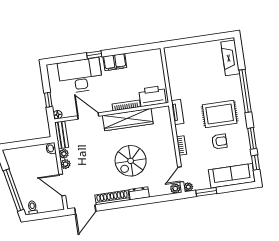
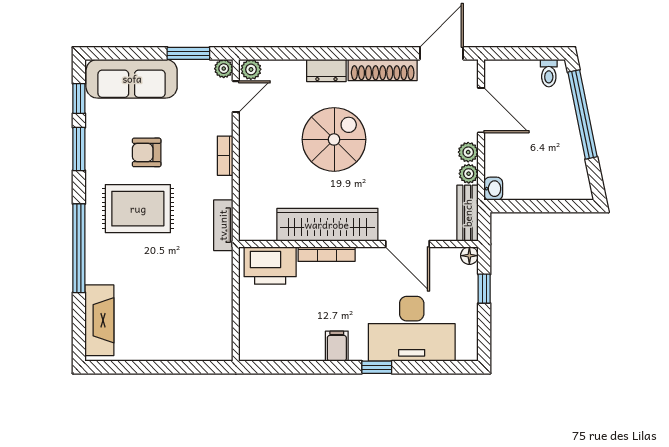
filing cabinet: (115, 62) -> (337, 346), width x0.50

